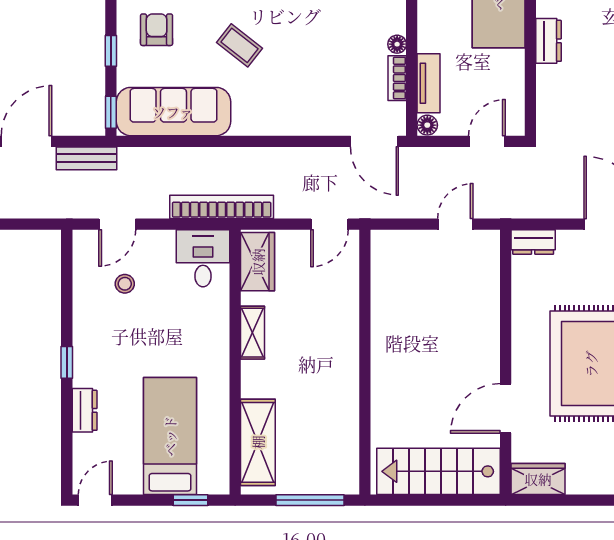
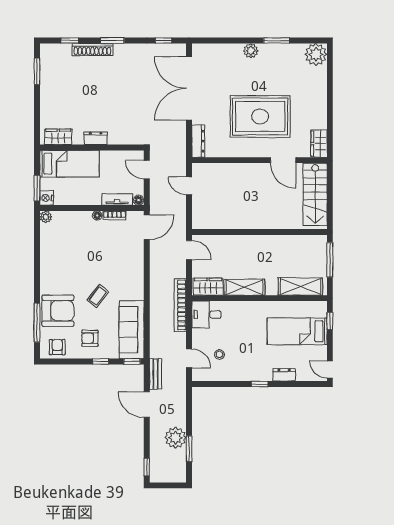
dresser: (533, 242) -> (198, 141), width x1.44
shelving: (253, 333) -> (244, 287), width x1.50, depth x1.33

